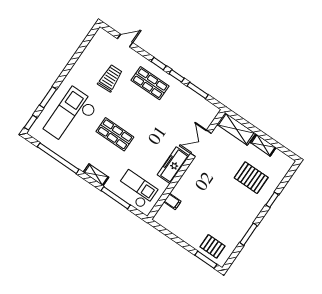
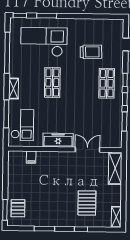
shelving: (263, 145) -> (116, 217), moved

